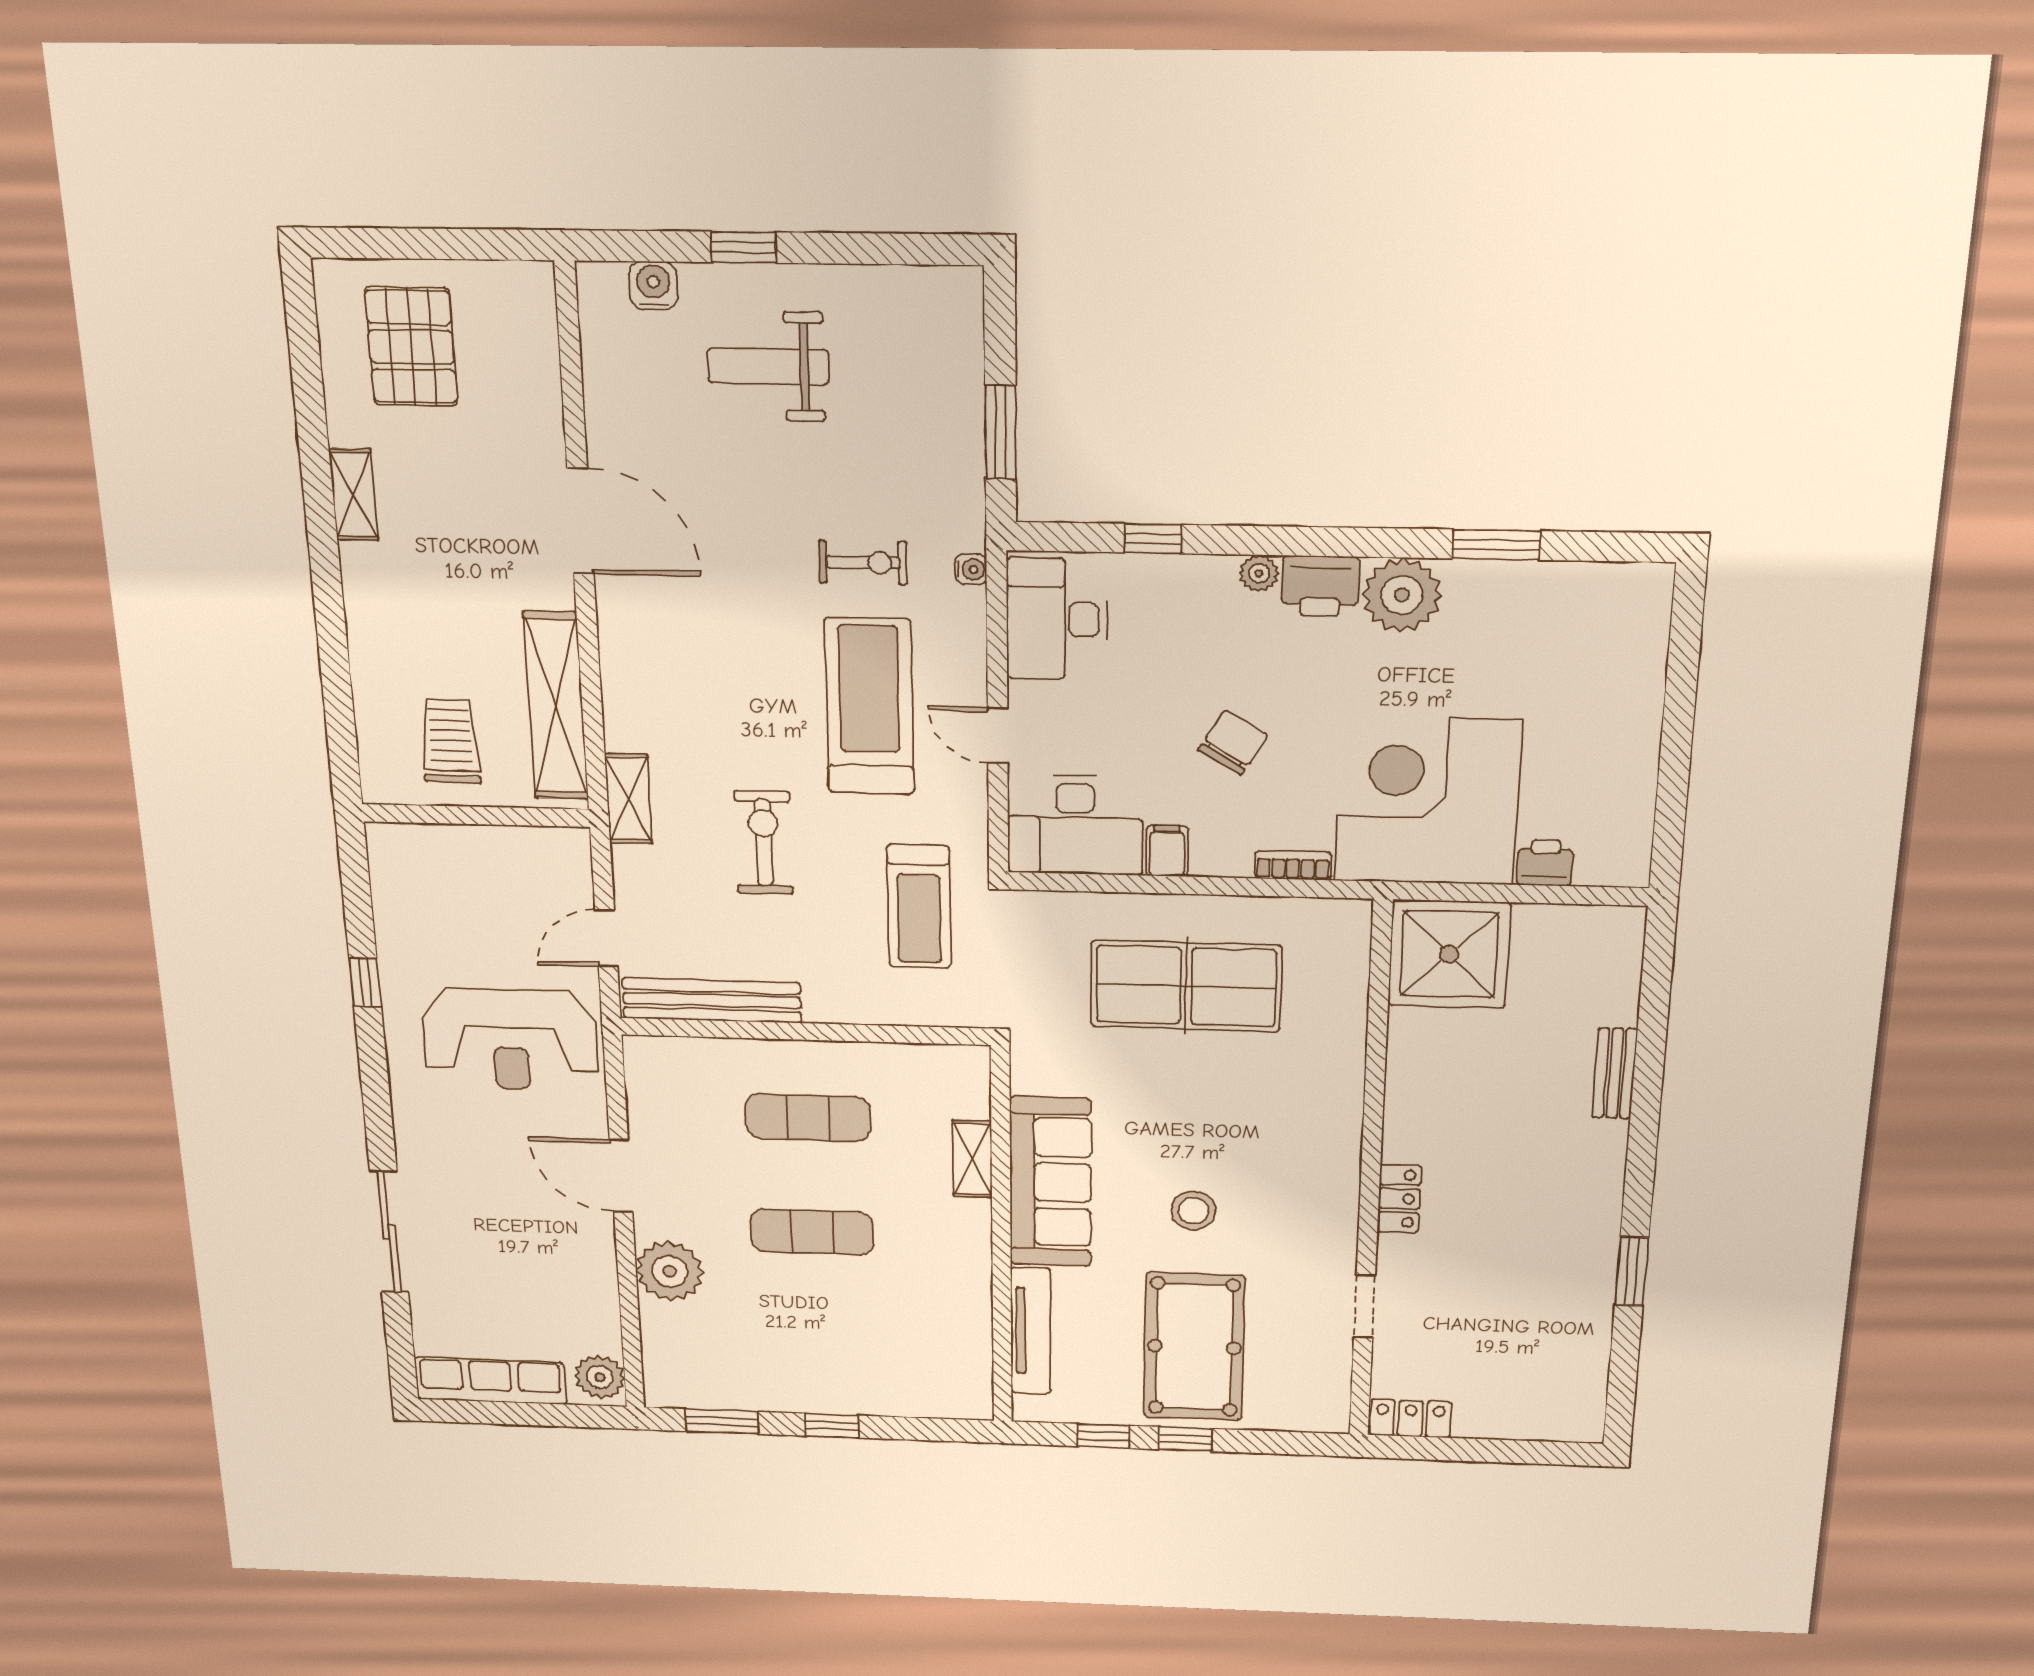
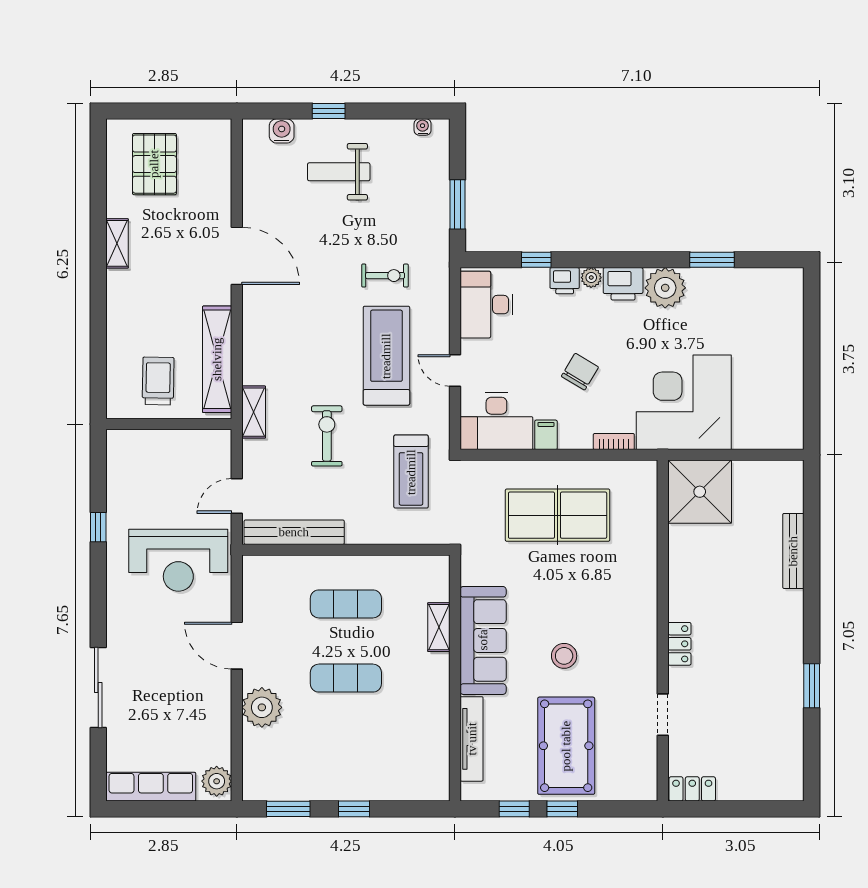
water cooler: (971, 569) -> (423, 127), moved, turned -90
printer: (1545, 863) -> (565, 281), moved, turned 180
bench: (1615, 1073) -> (793, 551), width x1.36

